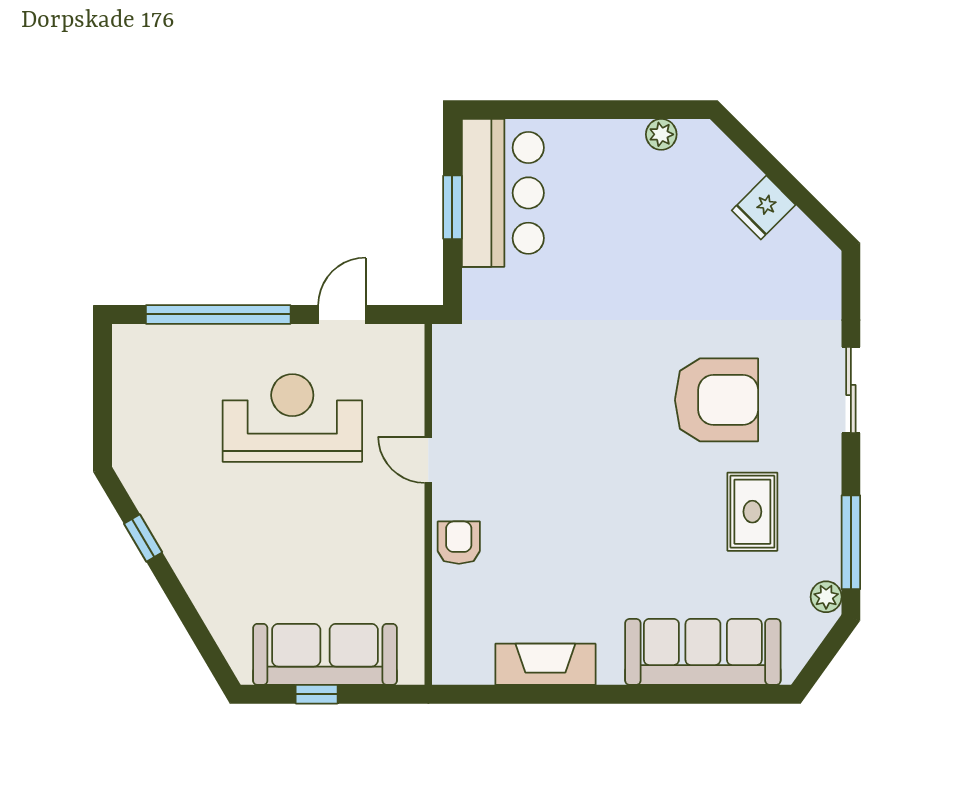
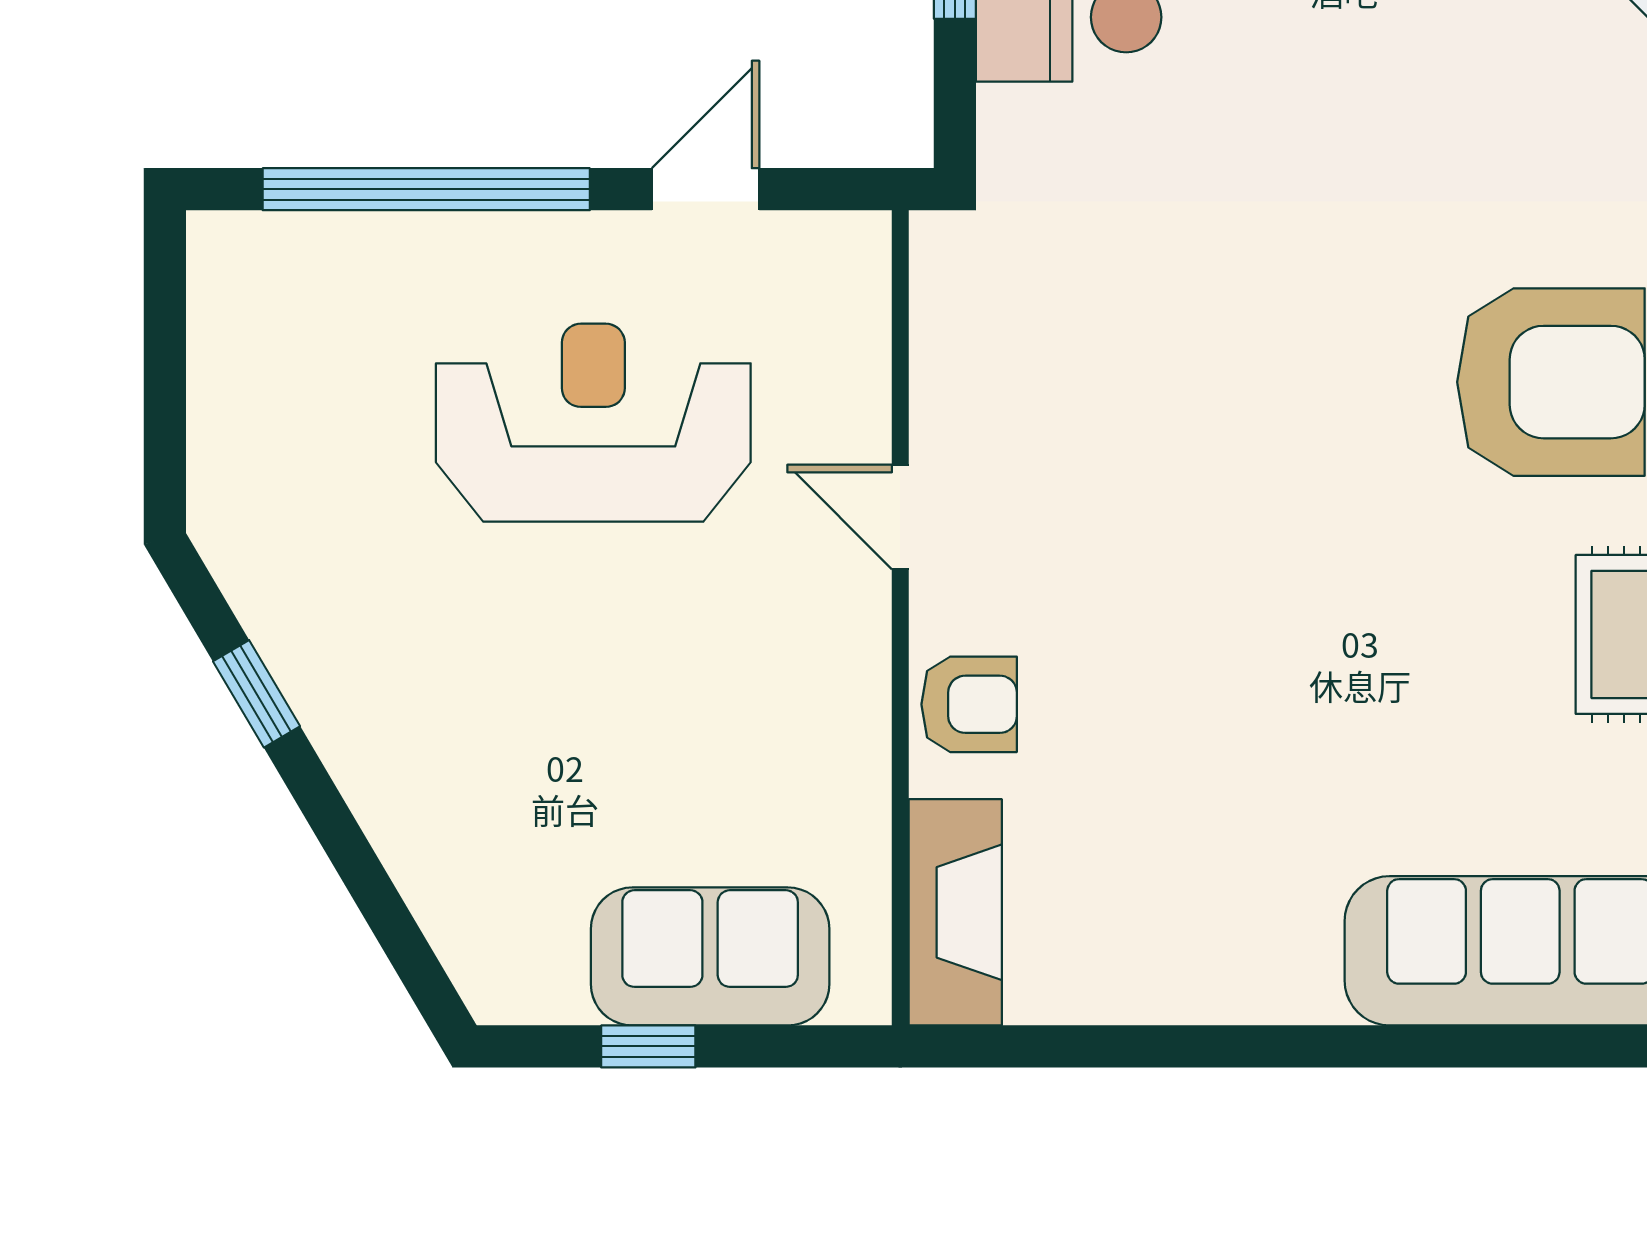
armchair: (459, 543) -> (969, 704), turned 90
sofa: (325, 654) -> (710, 956), width x0.73
fireplace: (545, 664) -> (955, 912), moved, turned 90

